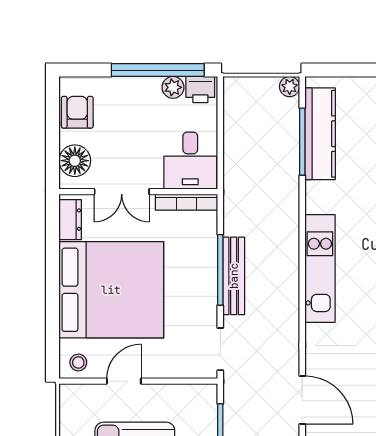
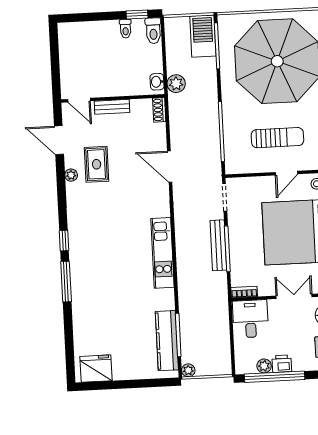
printer: (200, 90) -> (282, 364), moved
bookcase: (187, 202) -> (244, 292), width x0.64

